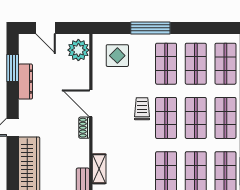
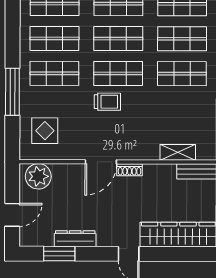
trolley: (142, 109) -> (107, 102), turned 180

